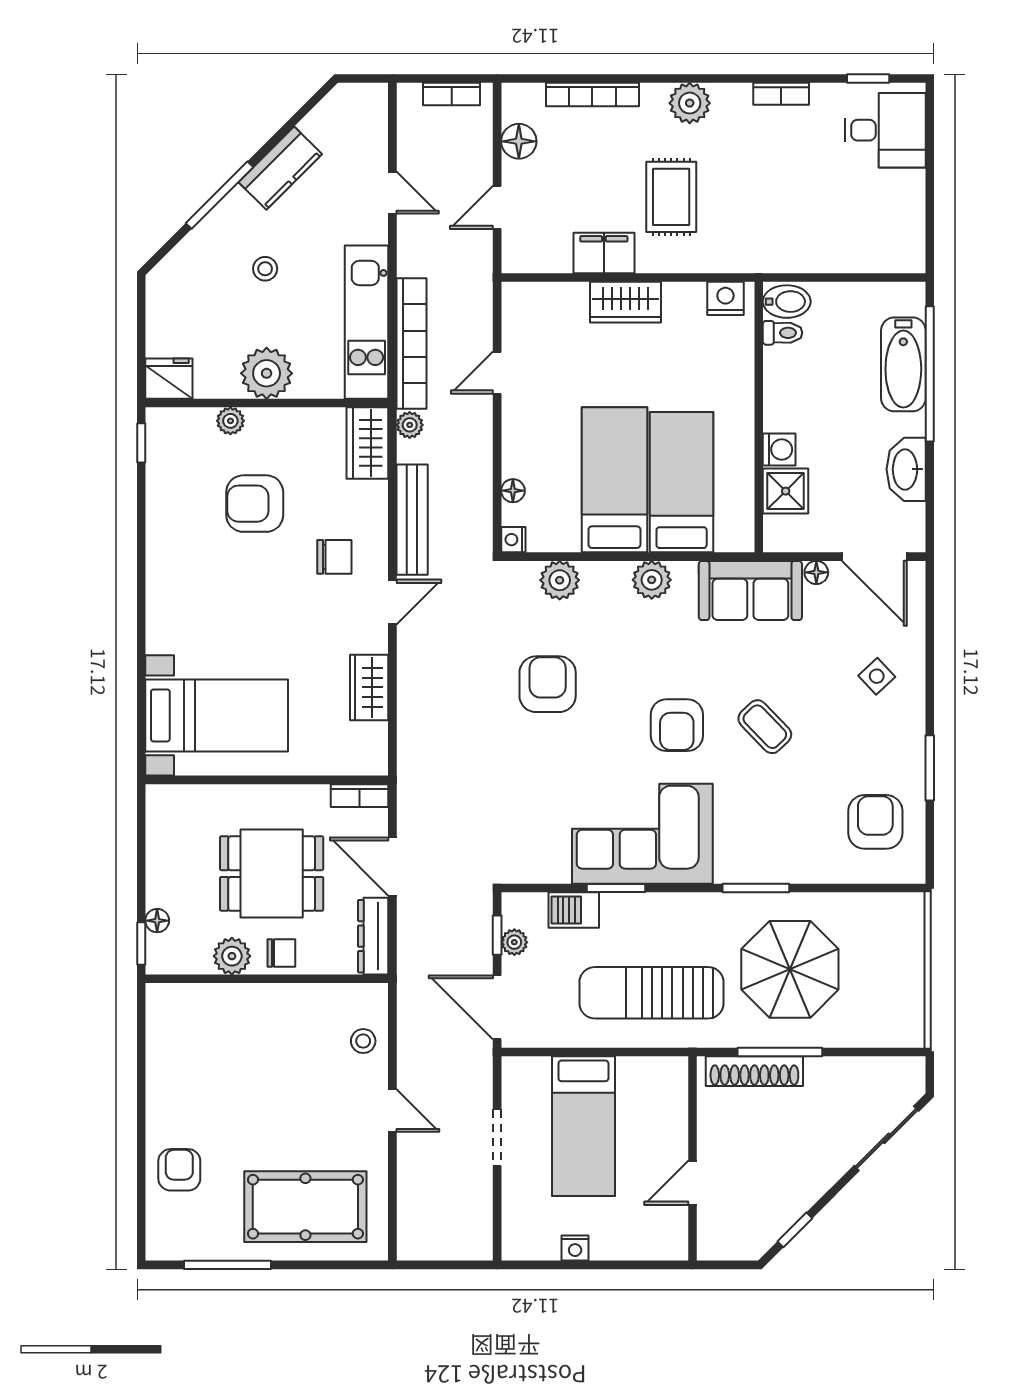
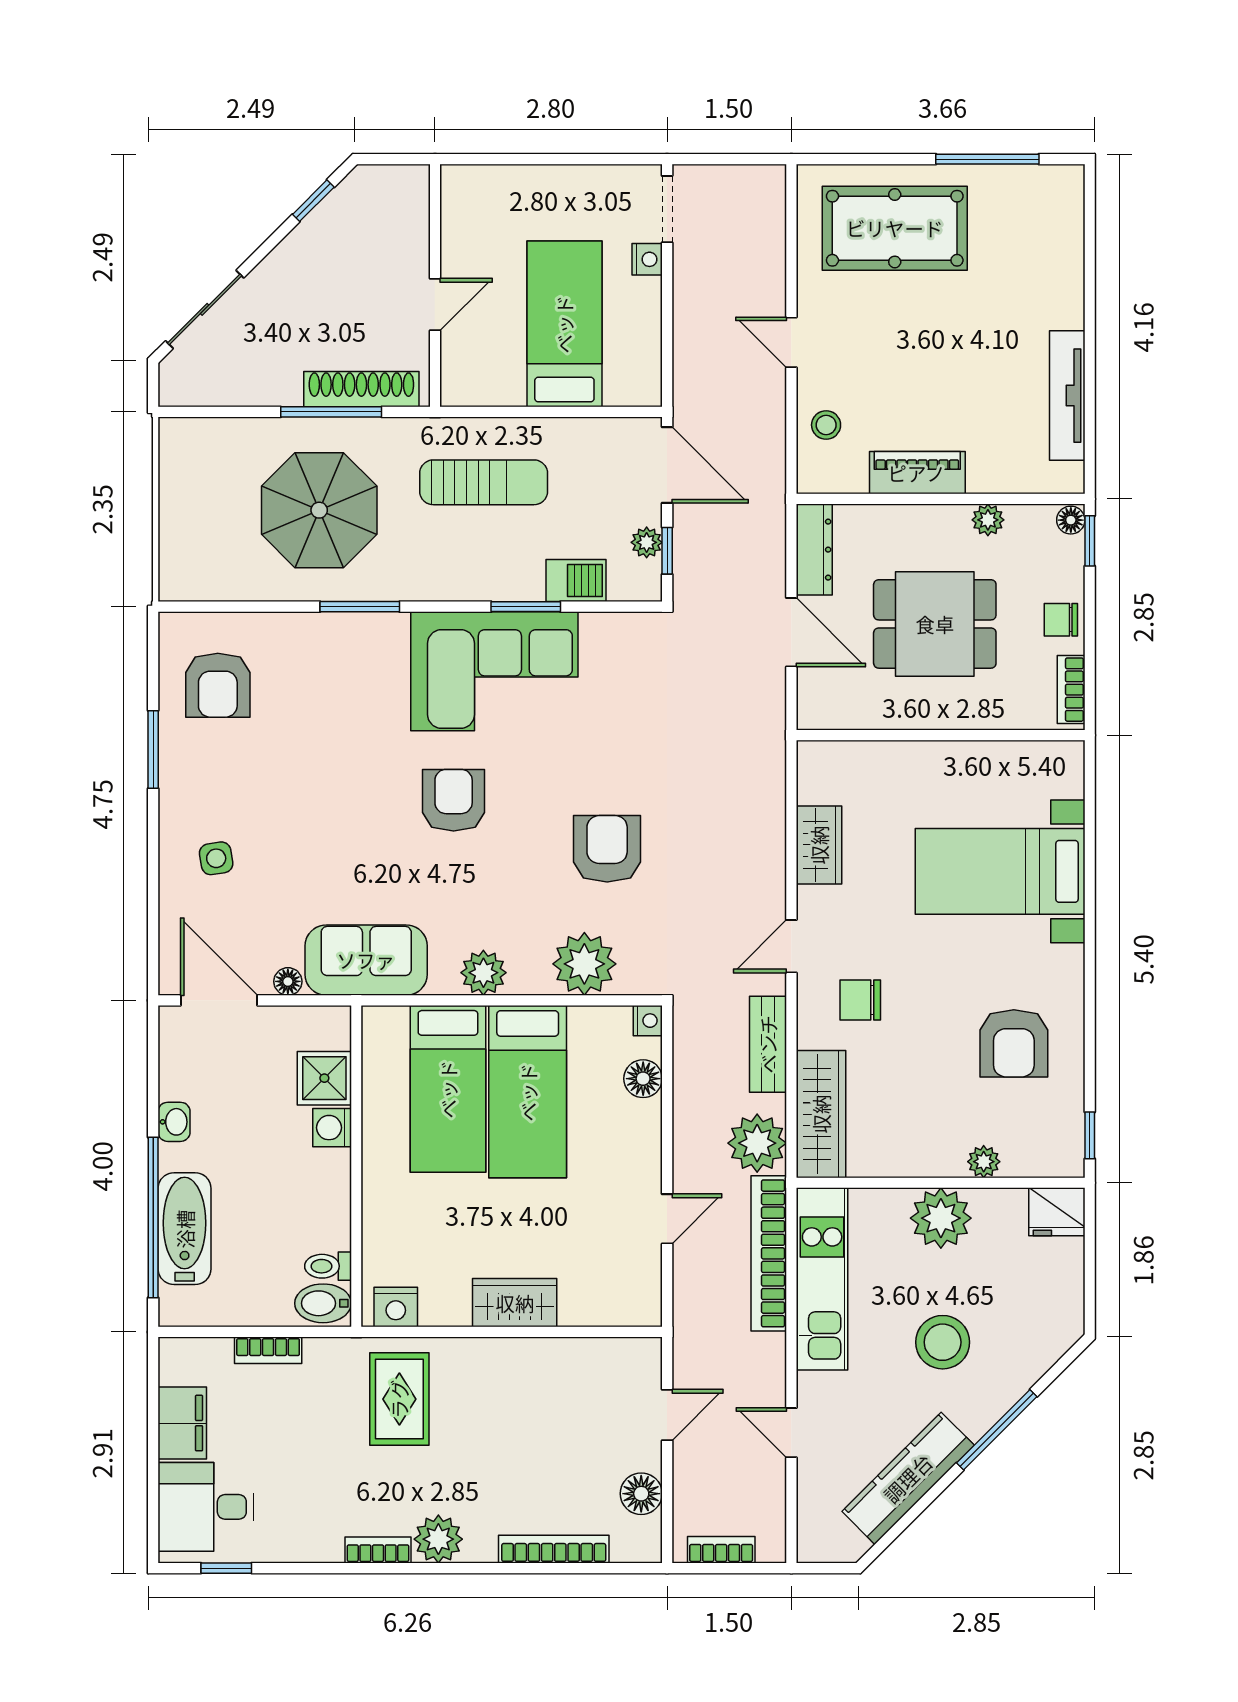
bookcase: (781, 94) -> (378, 1550), moved
kitchen counter: (280, 168) -> (908, 1478), width x1.50
rug: (671, 197) -> (399, 1399), moved
filing cabinet: (604, 253) -> (182, 1423), moved, turned -90
bookcase: (833, 262) -> (268, 1350), added
stool: (265, 269) -> (943, 1342), width x1.89, depth x1.89
plant: (410, 425) -> (757, 1143), width x1.87, depth x1.87
wardrobe: (367, 443) -> (821, 1114), width x1.50
washbasin: (906, 469) -> (174, 1122), width x0.52, depth x0.69
floor lamp: (513, 491) -> (643, 1079), width x1.37, depth x1.37
armchair: (255, 504) -> (1014, 1043), moved, turned 90
bench: (412, 520) -> (768, 1044), width x0.73
plant: (560, 580) -> (584, 964), width x1.36, depth x1.36
side table: (877, 676) -> (216, 858), turned 34
armchair: (548, 684) -> (607, 849), turned 180
bed with nightstands: (217, 715) -> (1000, 871), moved
coffee table: (765, 727) -> (349, 798), removed
bookcase: (359, 796) -> (1071, 690), moved, turned -90
floor lamp: (157, 921) -> (1071, 520), moved
chair: (281, 953) -> (1061, 620), moved
plant: (232, 956) -> (988, 520), width x0.73, depth x0.73
sun lounger: (652, 993) -> (484, 482), width x0.73, depth x0.75
piano: (286, 1001) -> (917, 473), added
tv unit: (160, 1066) -> (1067, 396), added
doorway: (497, 1138) -> (667, 209), moved
armchair: (179, 1170) -> (1045, 272), removed
door: (692, 1183) -> (435, 305), moved
nightstand: (575, 1248) -> (647, 259), moved, turned 90

